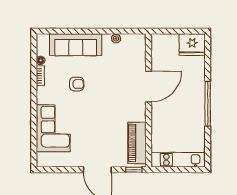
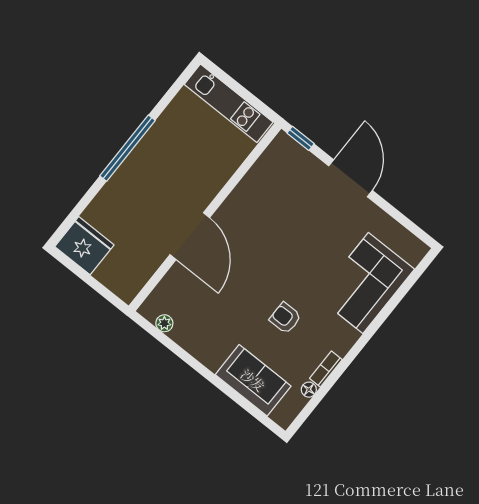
plant: (116, 39) -> (164, 323), moved
sofa: (76, 45) -> (253, 380), width x0.73
door: (148, 86) -> (190, 236), swing flipped
piano: (137, 143) -> (267, 172), removed

